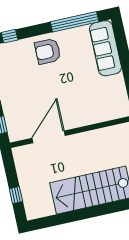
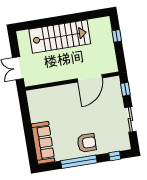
window: (75, 22) -> (79, 162), moved

